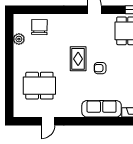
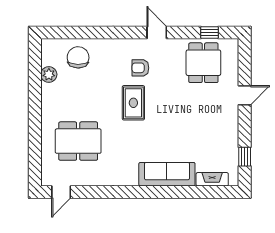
armchair: (100, 68) -> (140, 68), moved
door: (48, 121) -> (61, 192), moved

